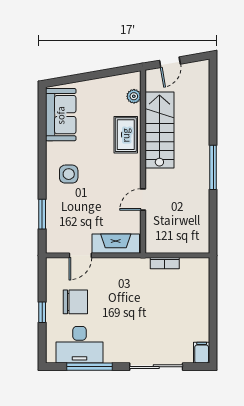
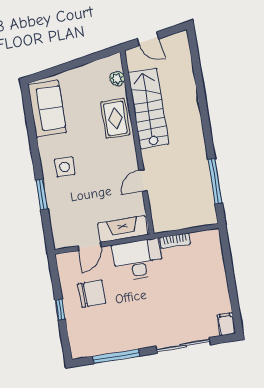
door: (170, 62) -> (148, 39), hinge flipped
window: (213, 167) -> (215, 181), moved
window: (42, 214) -> (42, 195), moved
desk: (79, 345) -> (138, 260), moved, turned 180

